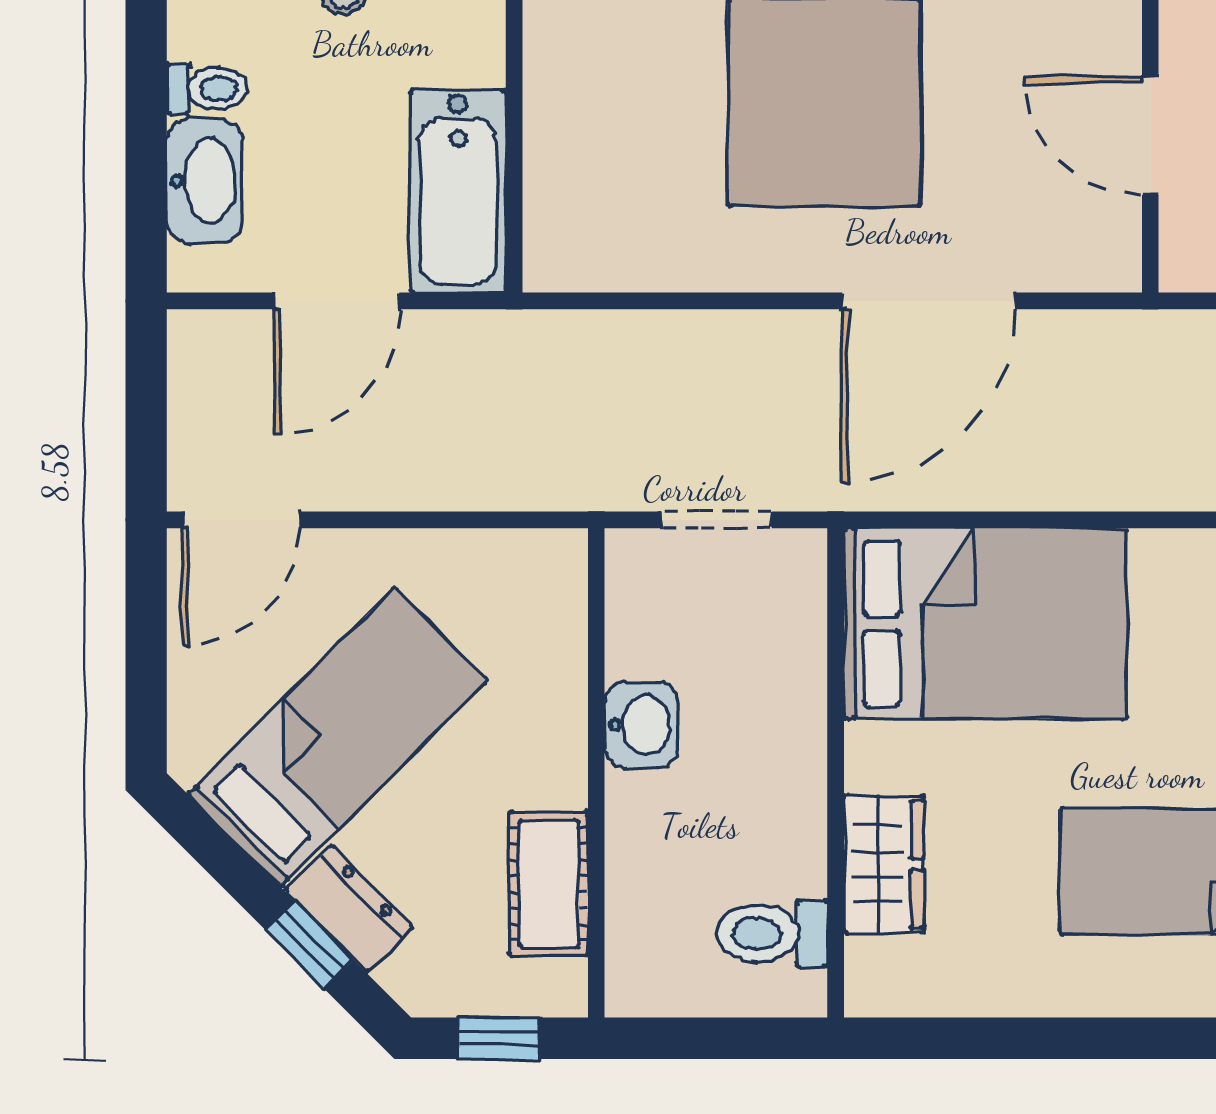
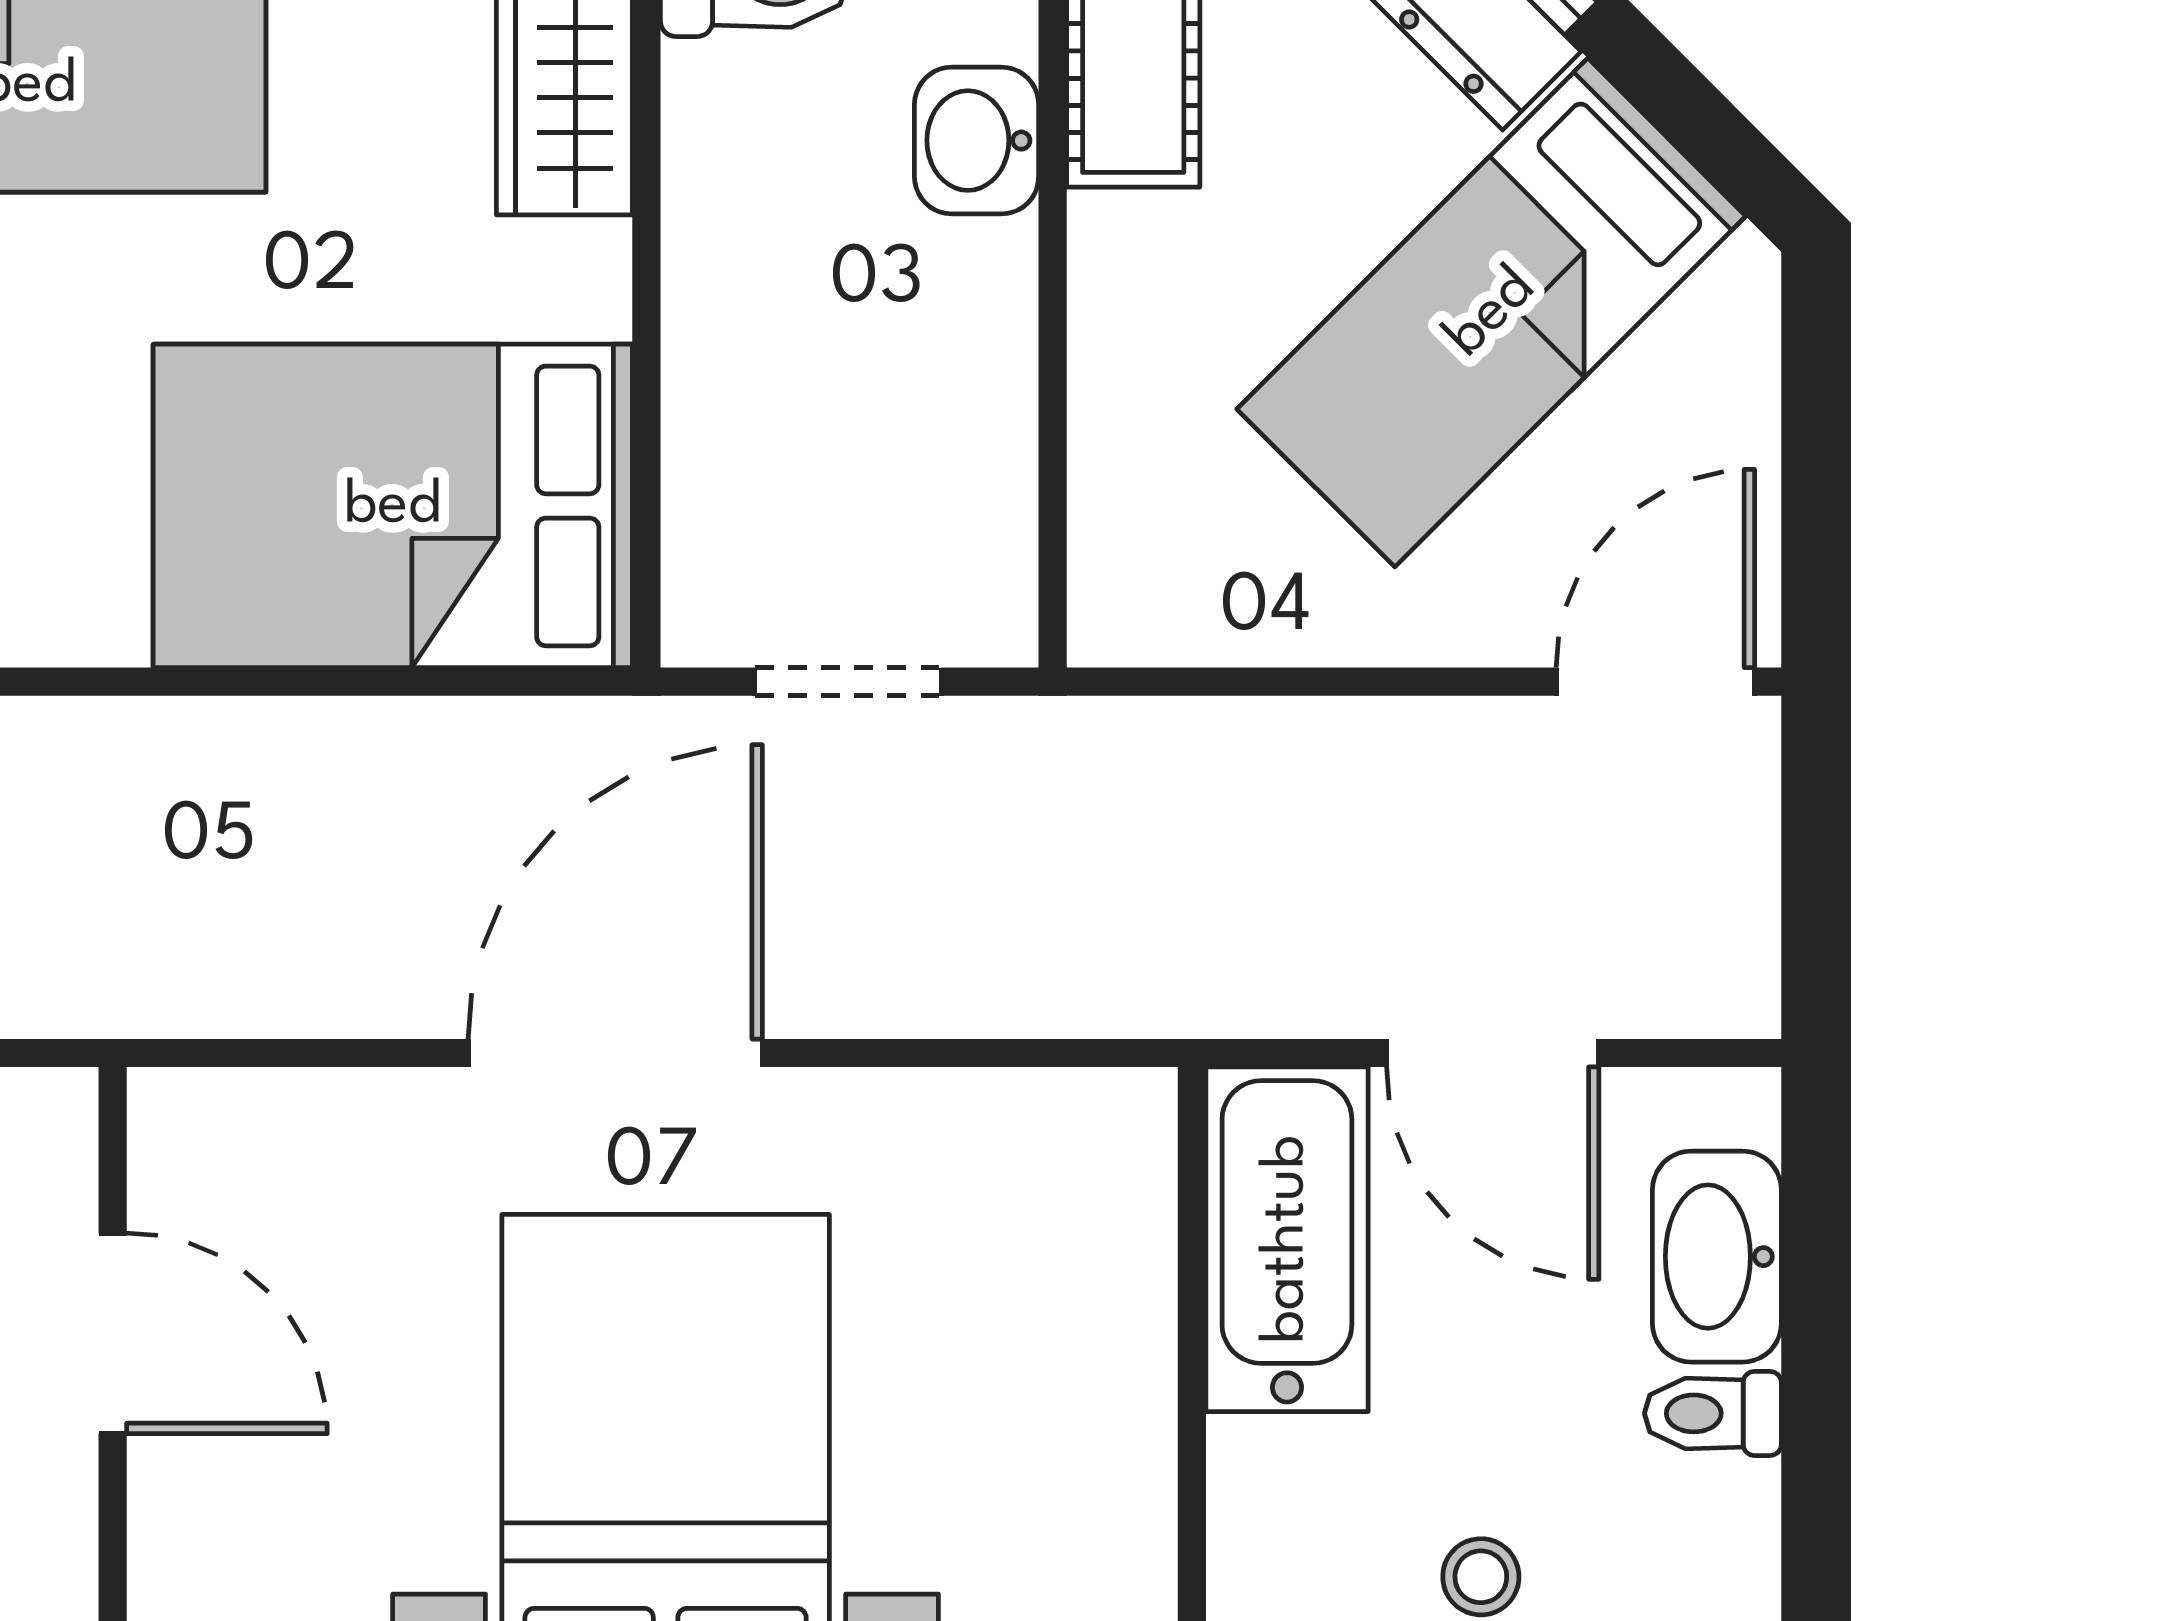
door: (337, 301) -> (1493, 1053), swing flipped
door: (929, 301) -> (615, 1053), moved
washbasin: (641, 725) -> (977, 141), moved

